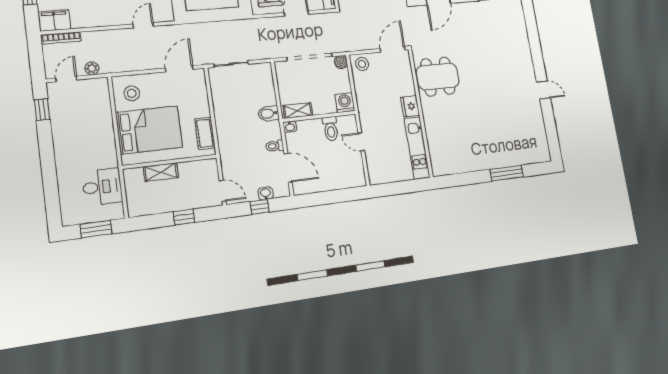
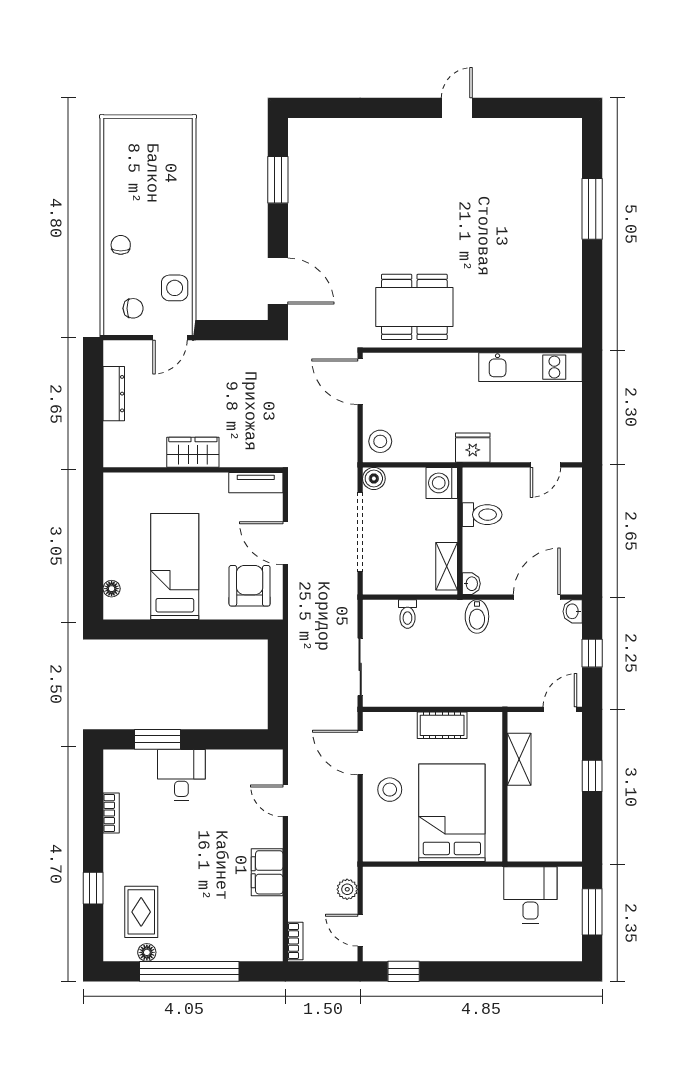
filing cabinet: (54, 20) -> (267, 872), moved
bookcase: (61, 38) -> (295, 941), width x0.64
dining table: (438, 77) -> (414, 307), turned 90
stool: (132, 93) -> (390, 790), moved
fridge: (410, 106) -> (473, 448), moved, turned 180
bidet: (268, 113) -> (477, 616), moved
cot: (205, 133) -> (442, 725), moved
door: (361, 142) -> (545, 465), moved
toilet: (275, 146) -> (407, 614), moved
shelving: (161, 172) -> (519, 759), moved
washbasin: (266, 193) -> (573, 611), moved

